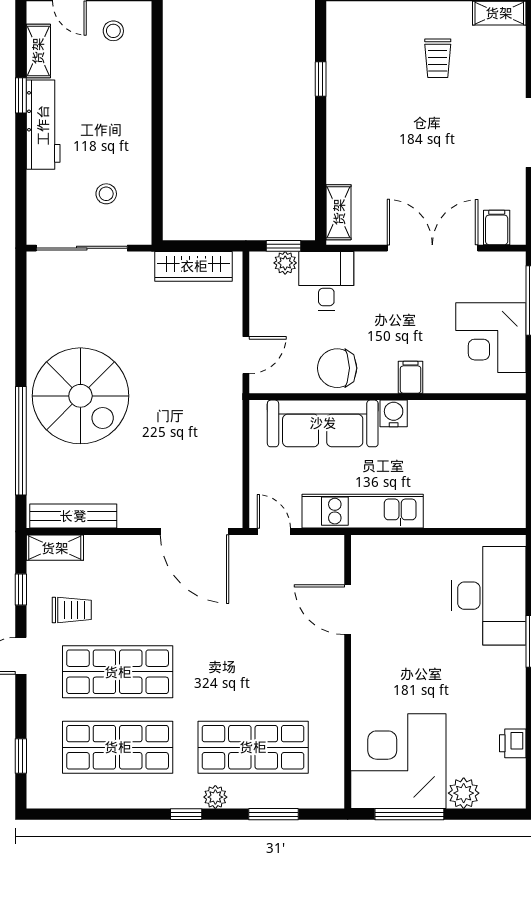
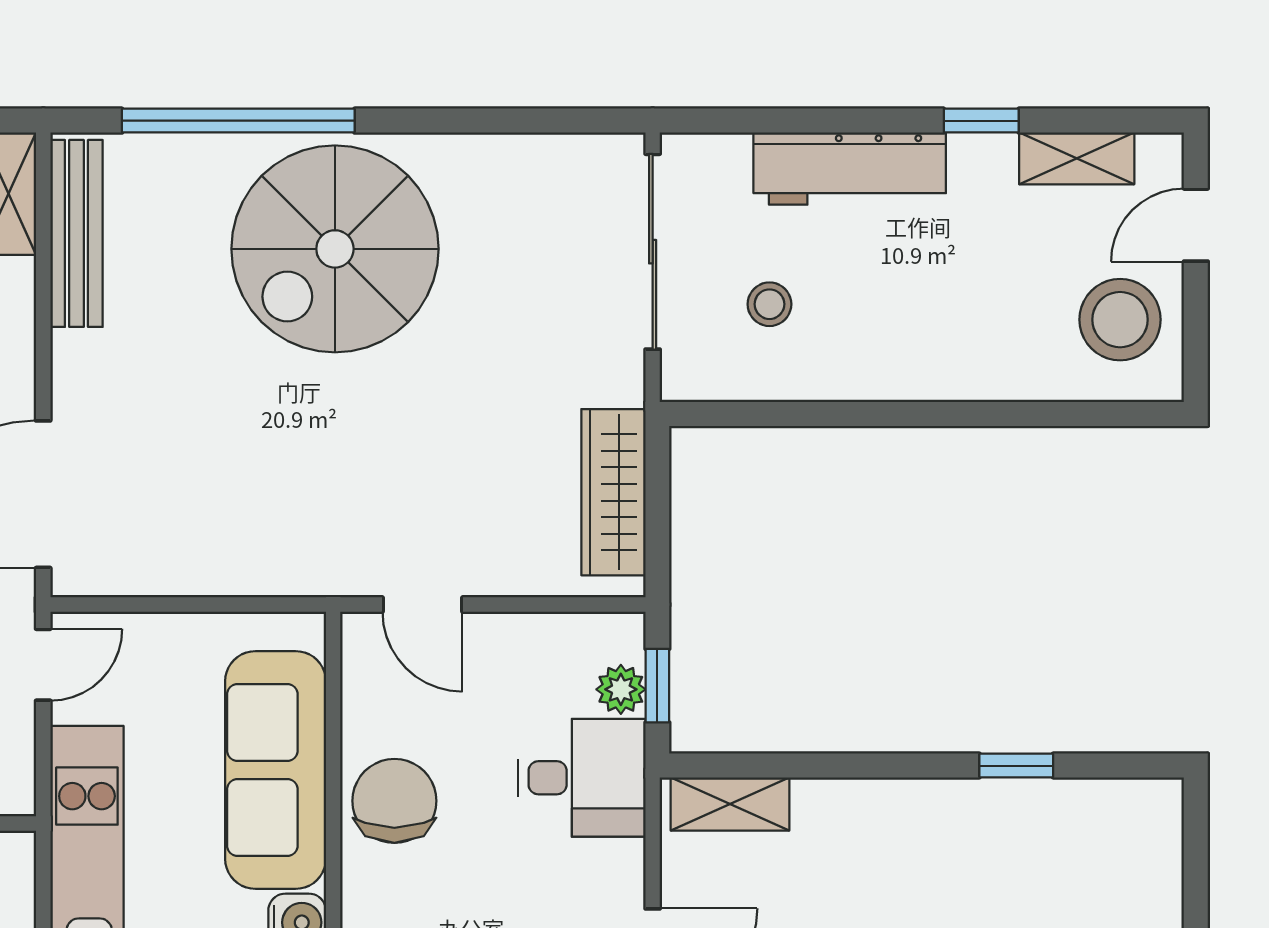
stool: (113, 31) -> (1120, 320), width x1.89, depth x1.89
workbench: (43, 125) -> (850, 169), moved

